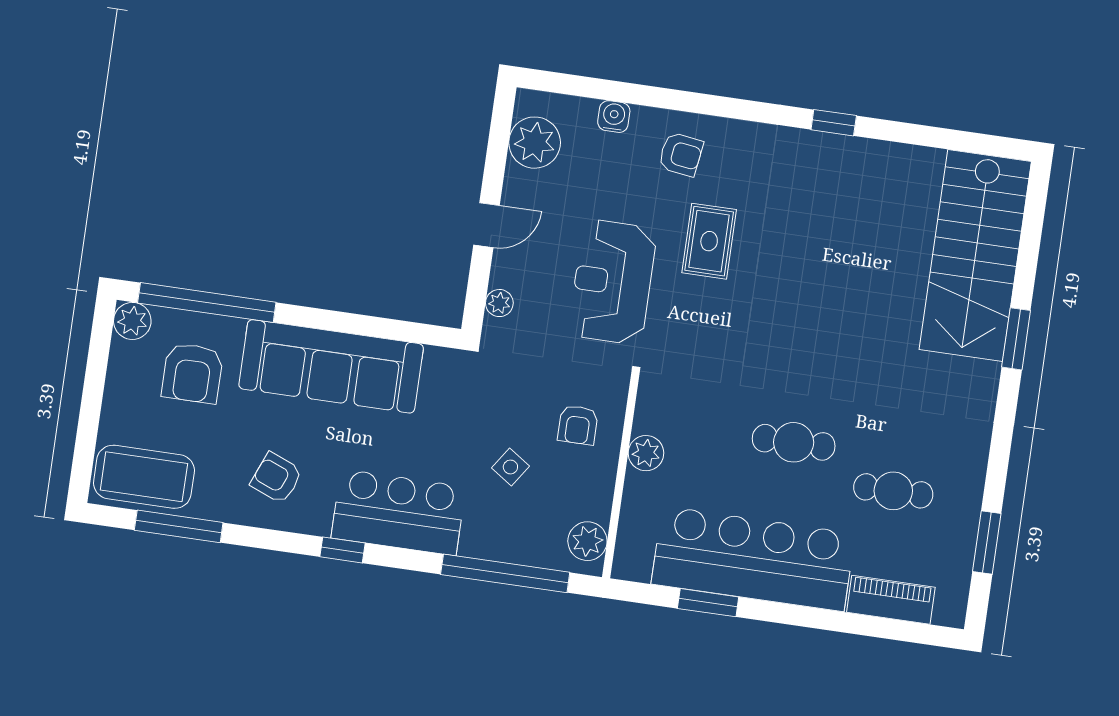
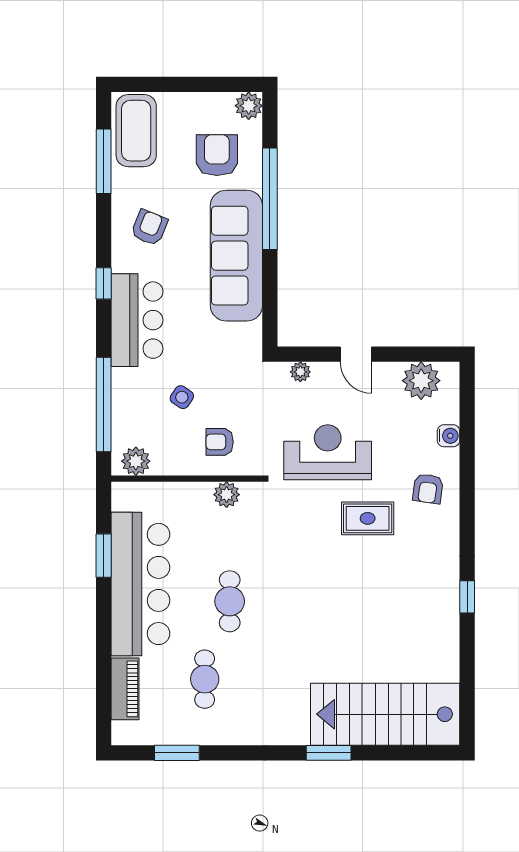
window: (207, 303) -> (270, 199), moved
armchair: (192, 373) -> (217, 155), turned 90
plant: (646, 453) -> (227, 495), moved

